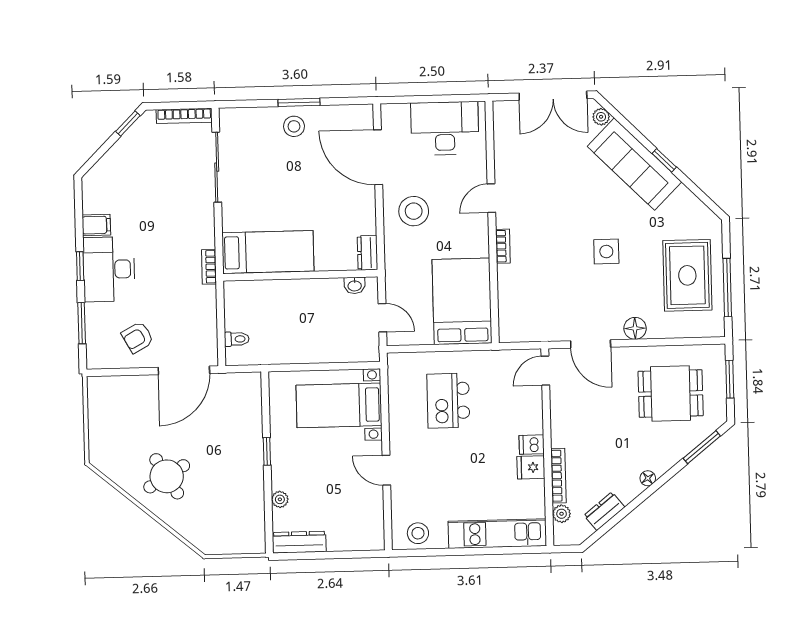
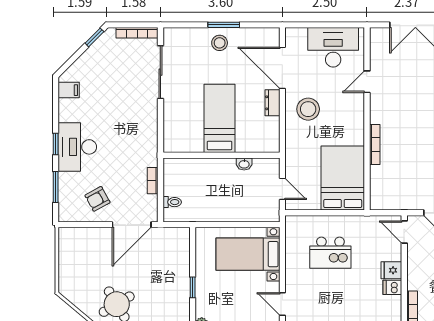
door: (491, 198) -> (367, 82), moved
filing cabinet: (96, 225) -> (69, 90), moved
bookcase: (503, 246) -> (375, 145), width x1.56
bed: (268, 252) -> (219, 118), moved, turned -90
dresser: (367, 253) -> (272, 103), moved
bookcase: (209, 267) -> (153, 181), moved
washbasin: (355, 285) -> (244, 164), moved
door: (545, 371) -> (404, 232), hinge flipped
kitchen island: (448, 401) -> (330, 253), turned -90
fridge: (531, 467) -> (391, 270), moved

